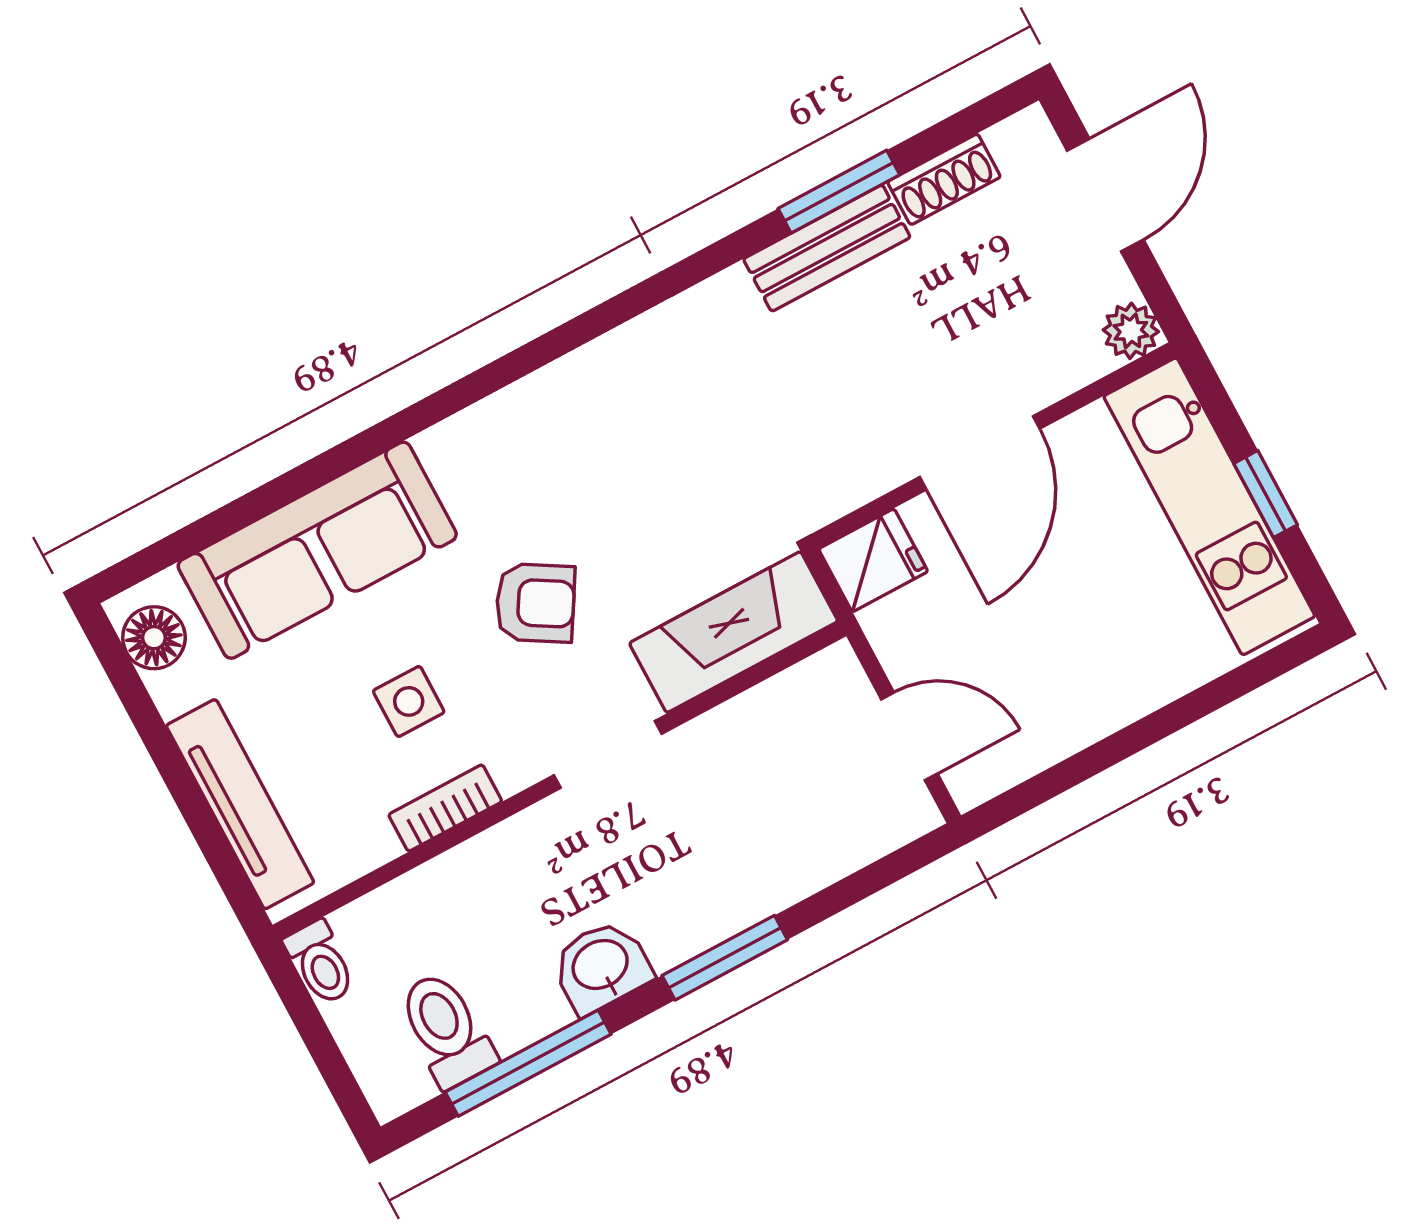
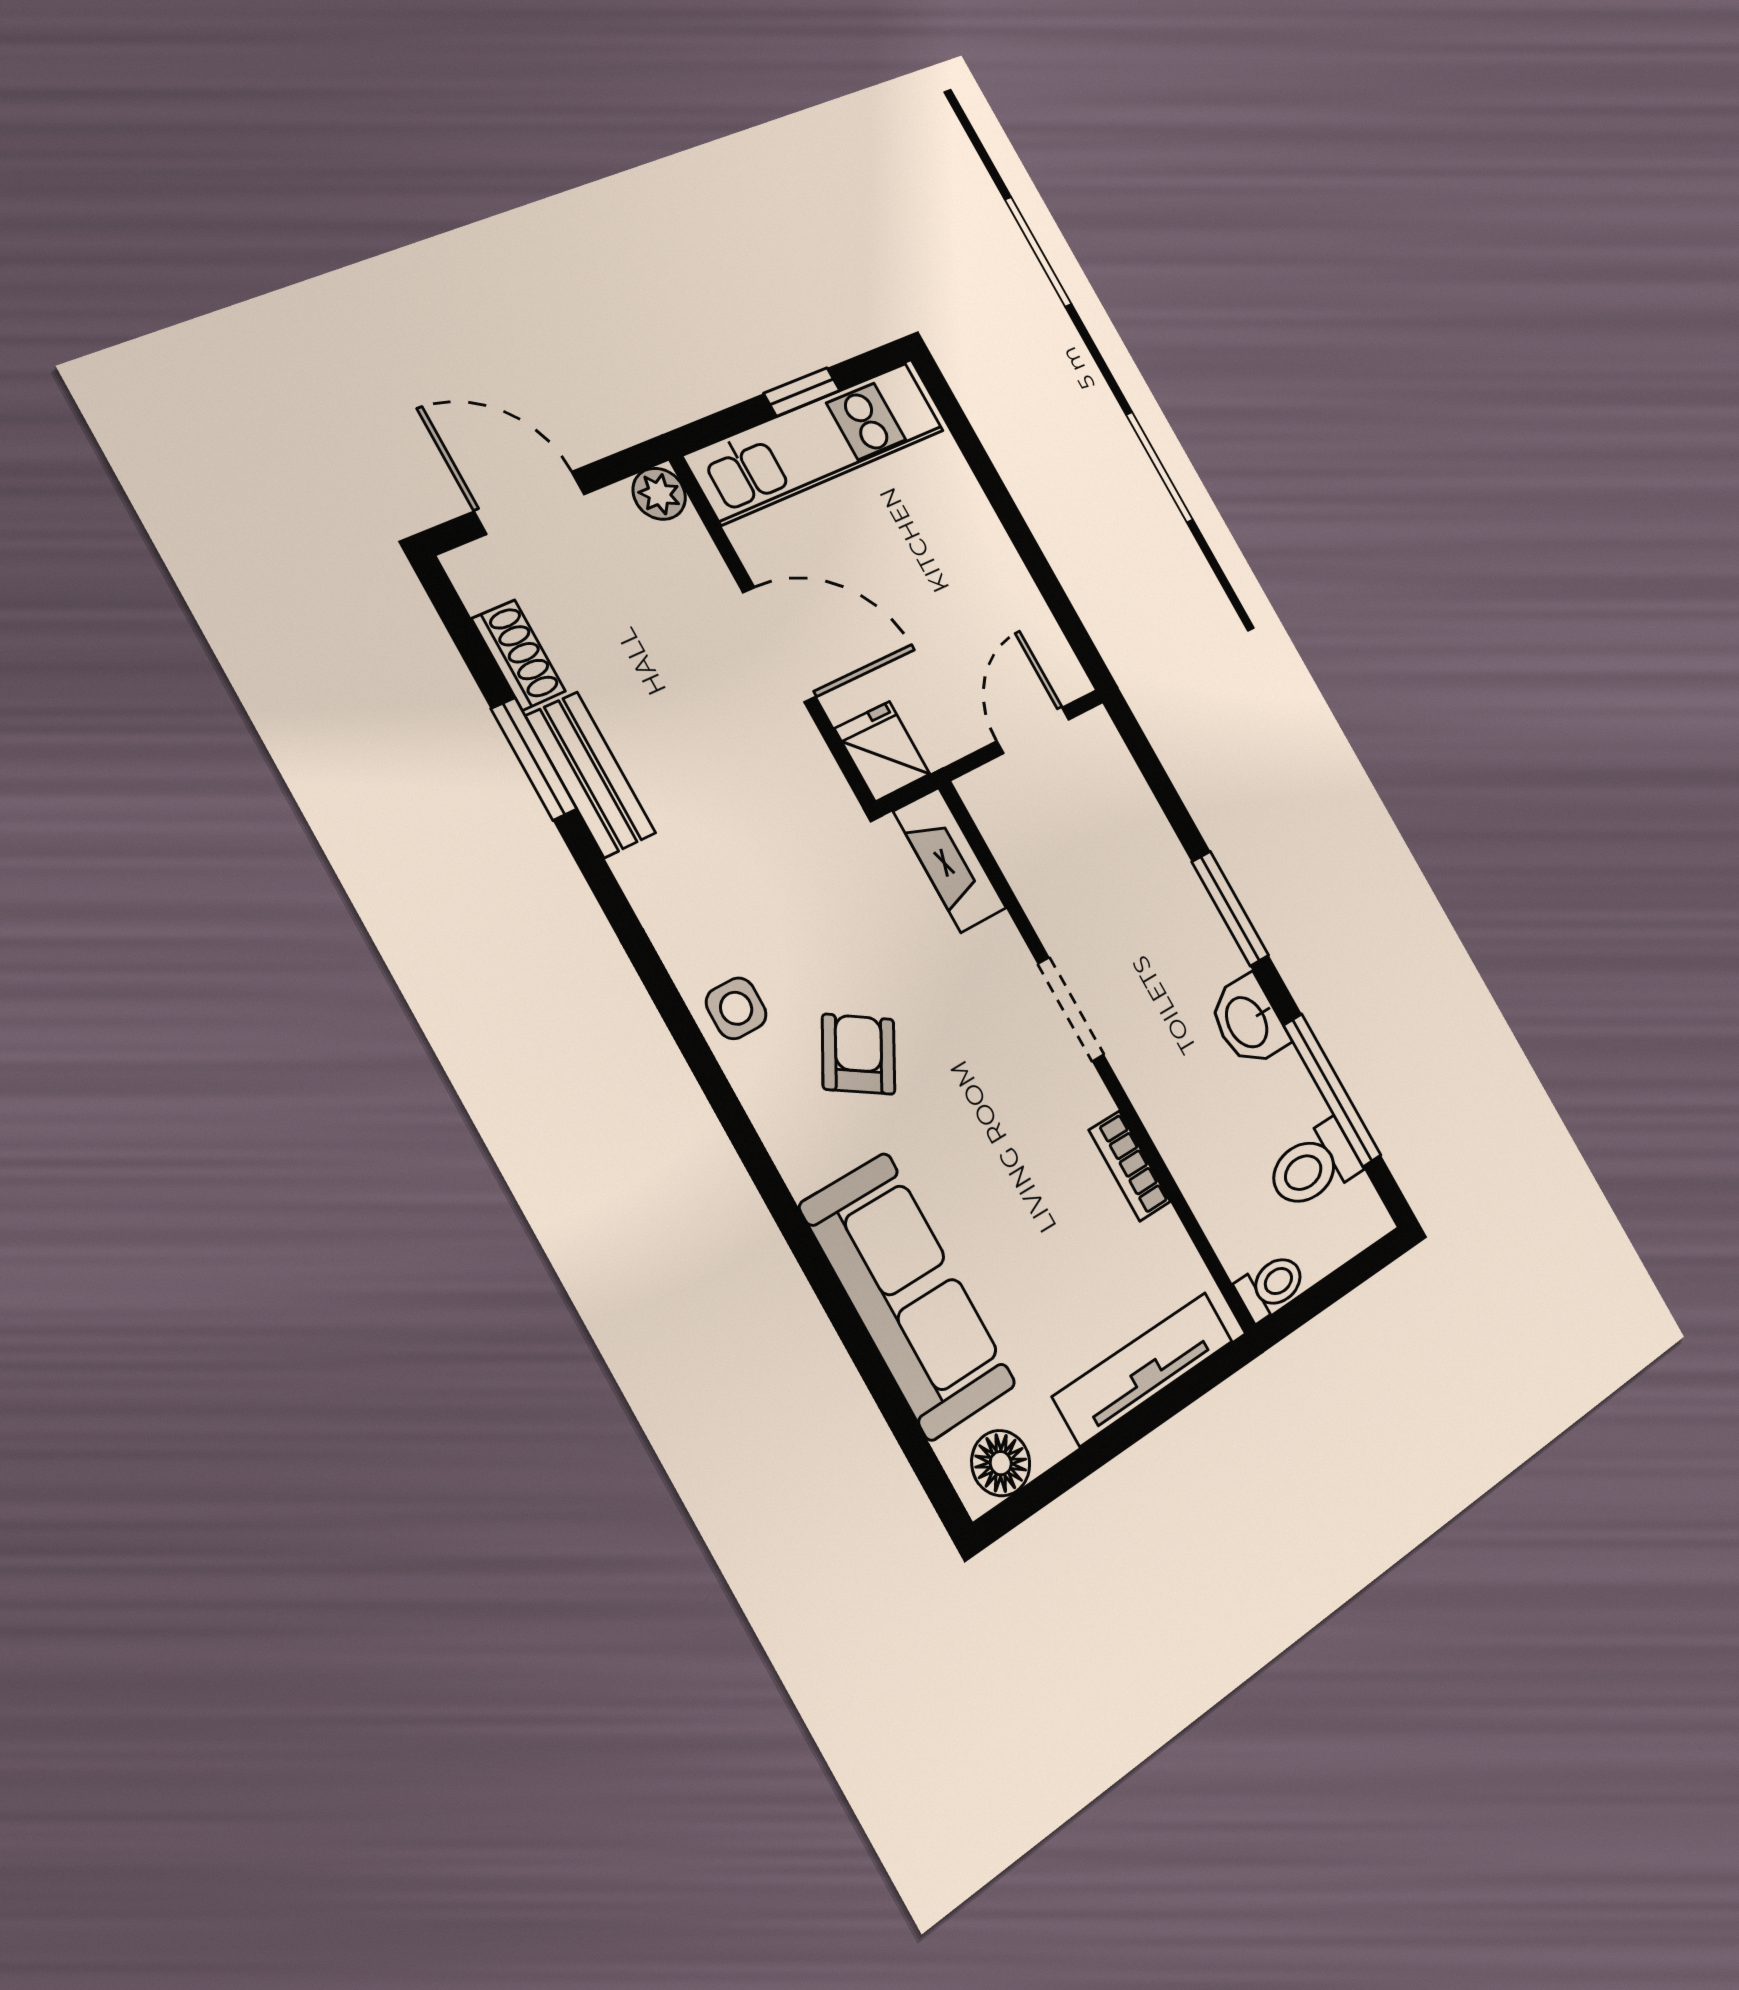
armchair: (535, 603) -> (859, 1054), moved
fireplace: (734, 632) -> (950, 860), width x0.73, depth x0.76
side table: (409, 701) -> (736, 1008), moved

